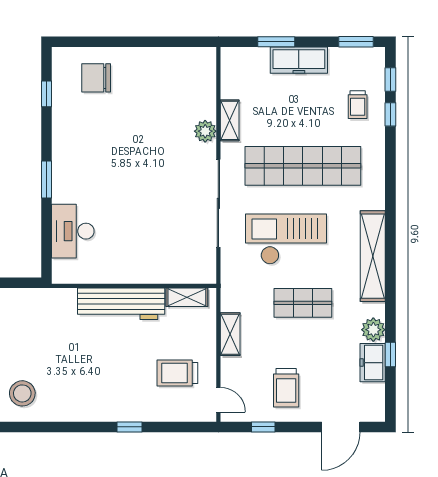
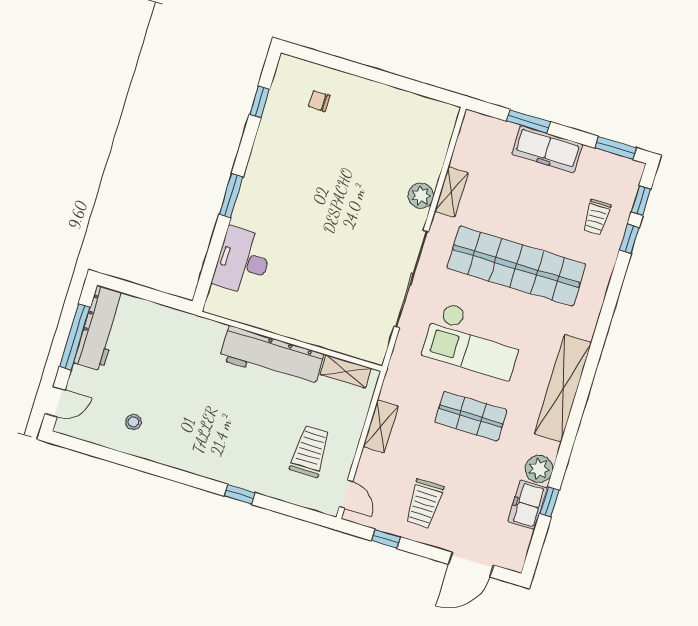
chair: (96, 78) -> (319, 101), width x0.54, depth x0.54
checkout: (286, 239) -> (474, 341), turned 180
trolley: (177, 373) -> (310, 451), turned 90
stool: (22, 393) -> (133, 422), width x0.53, depth x0.53

